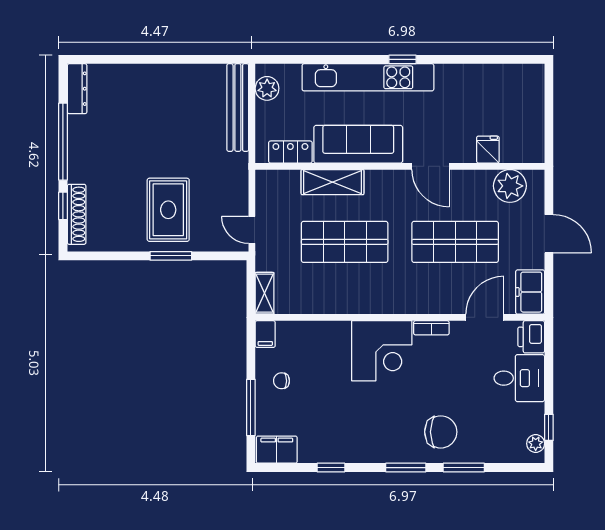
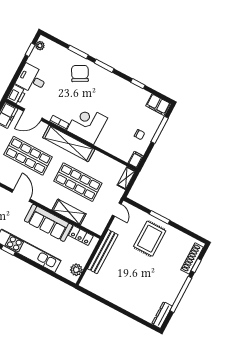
bench: (238, 108) -> (103, 252), moved
shelving: (396, 300) -> (69, 143), added
chair: (441, 432) -> (80, 74), turned 61

